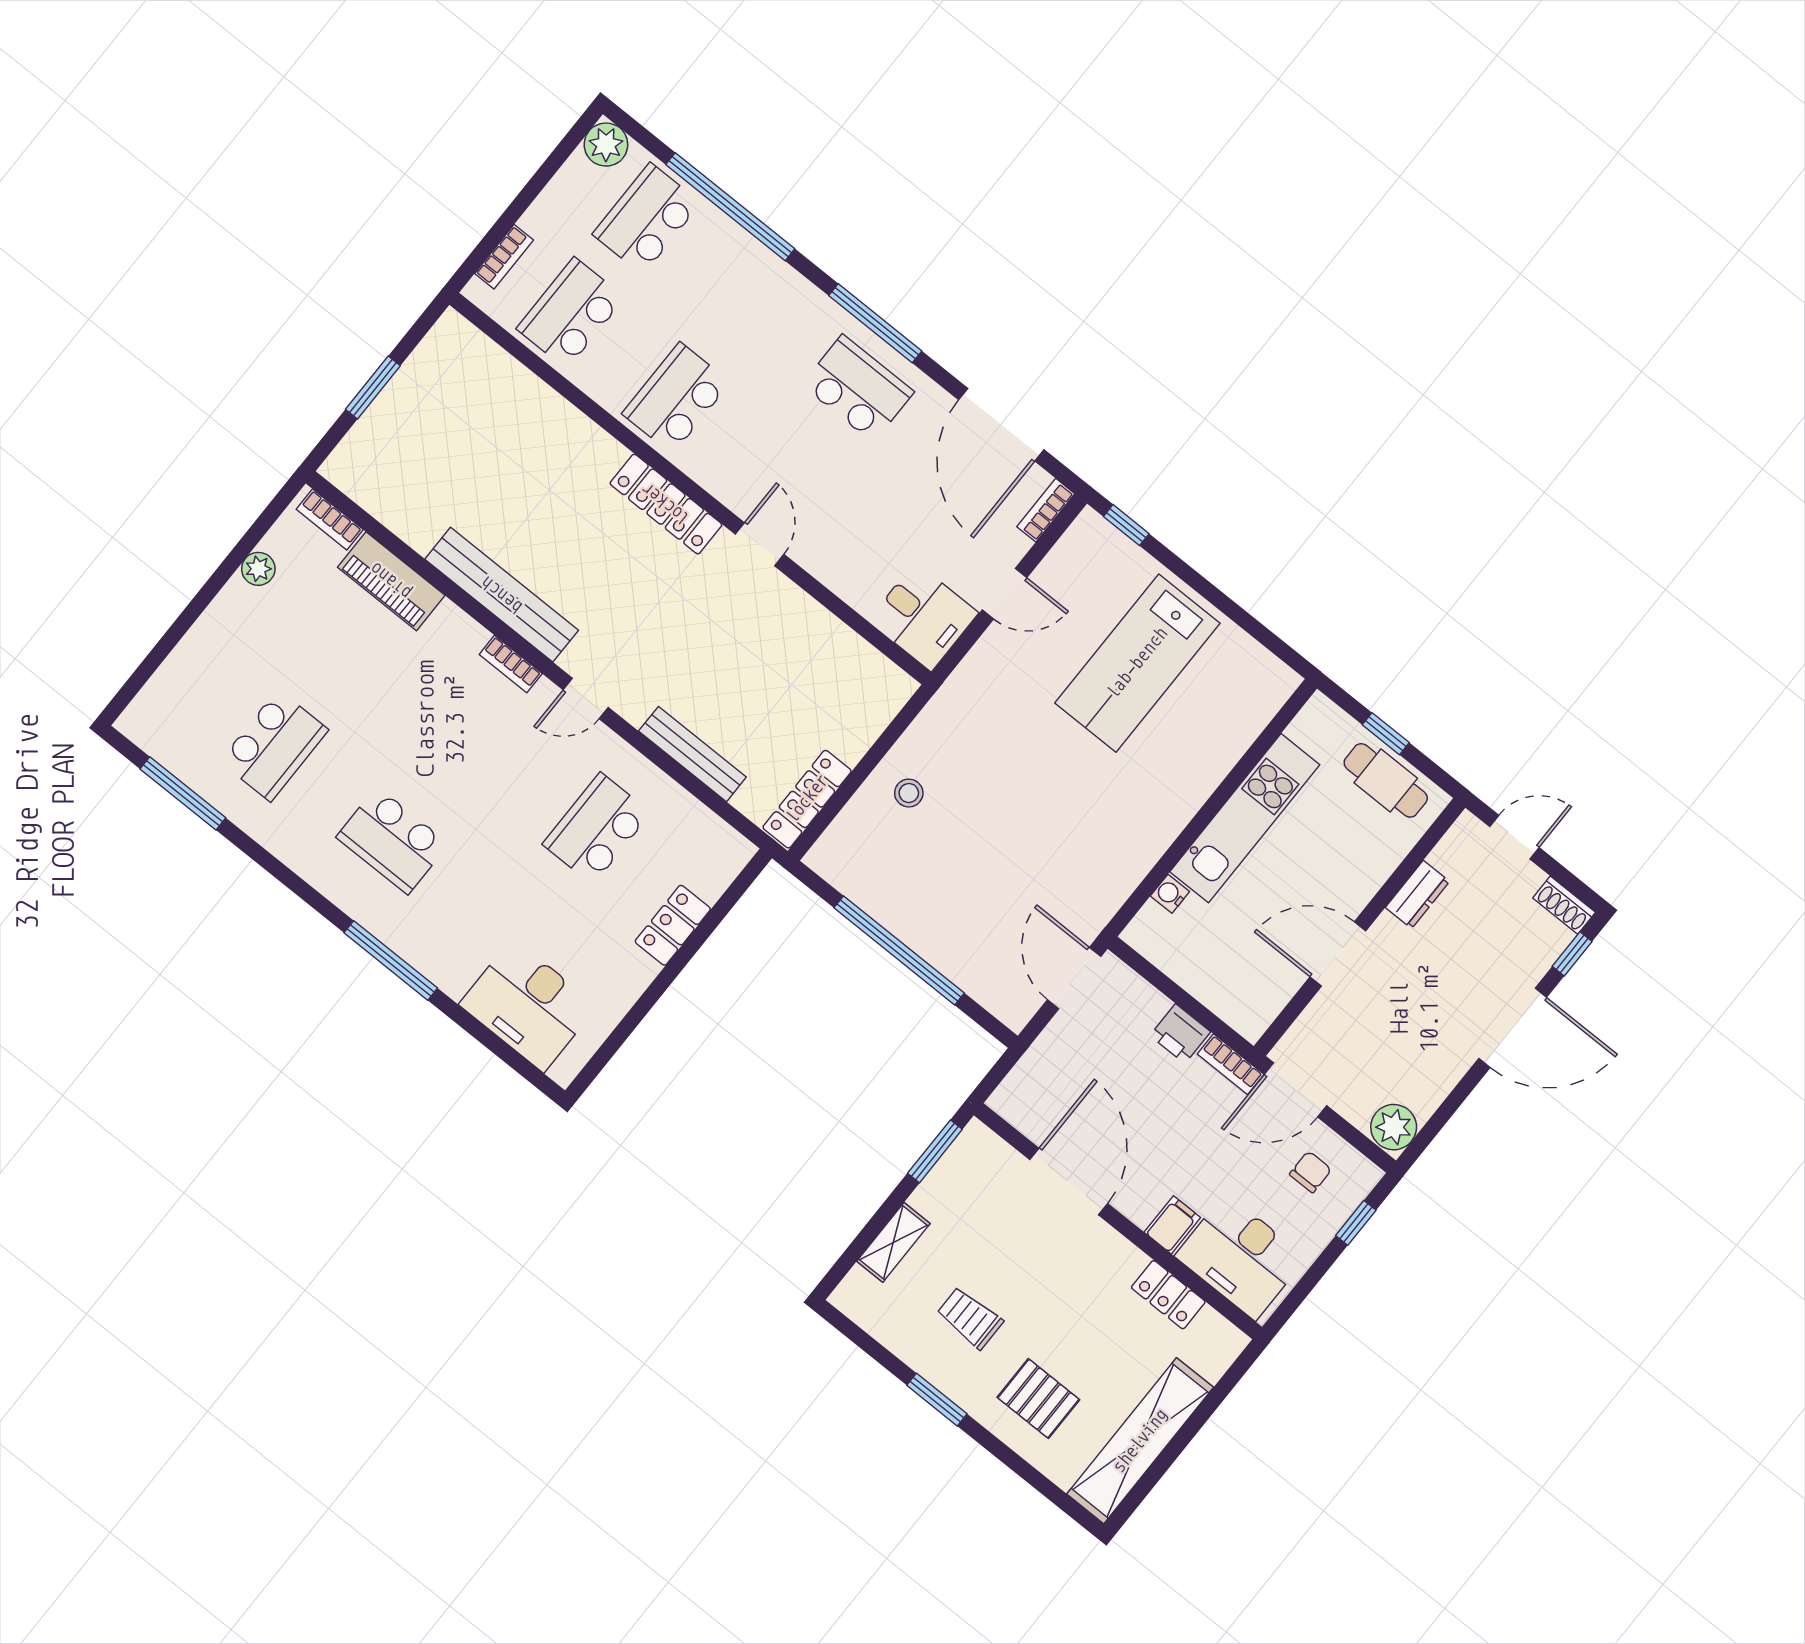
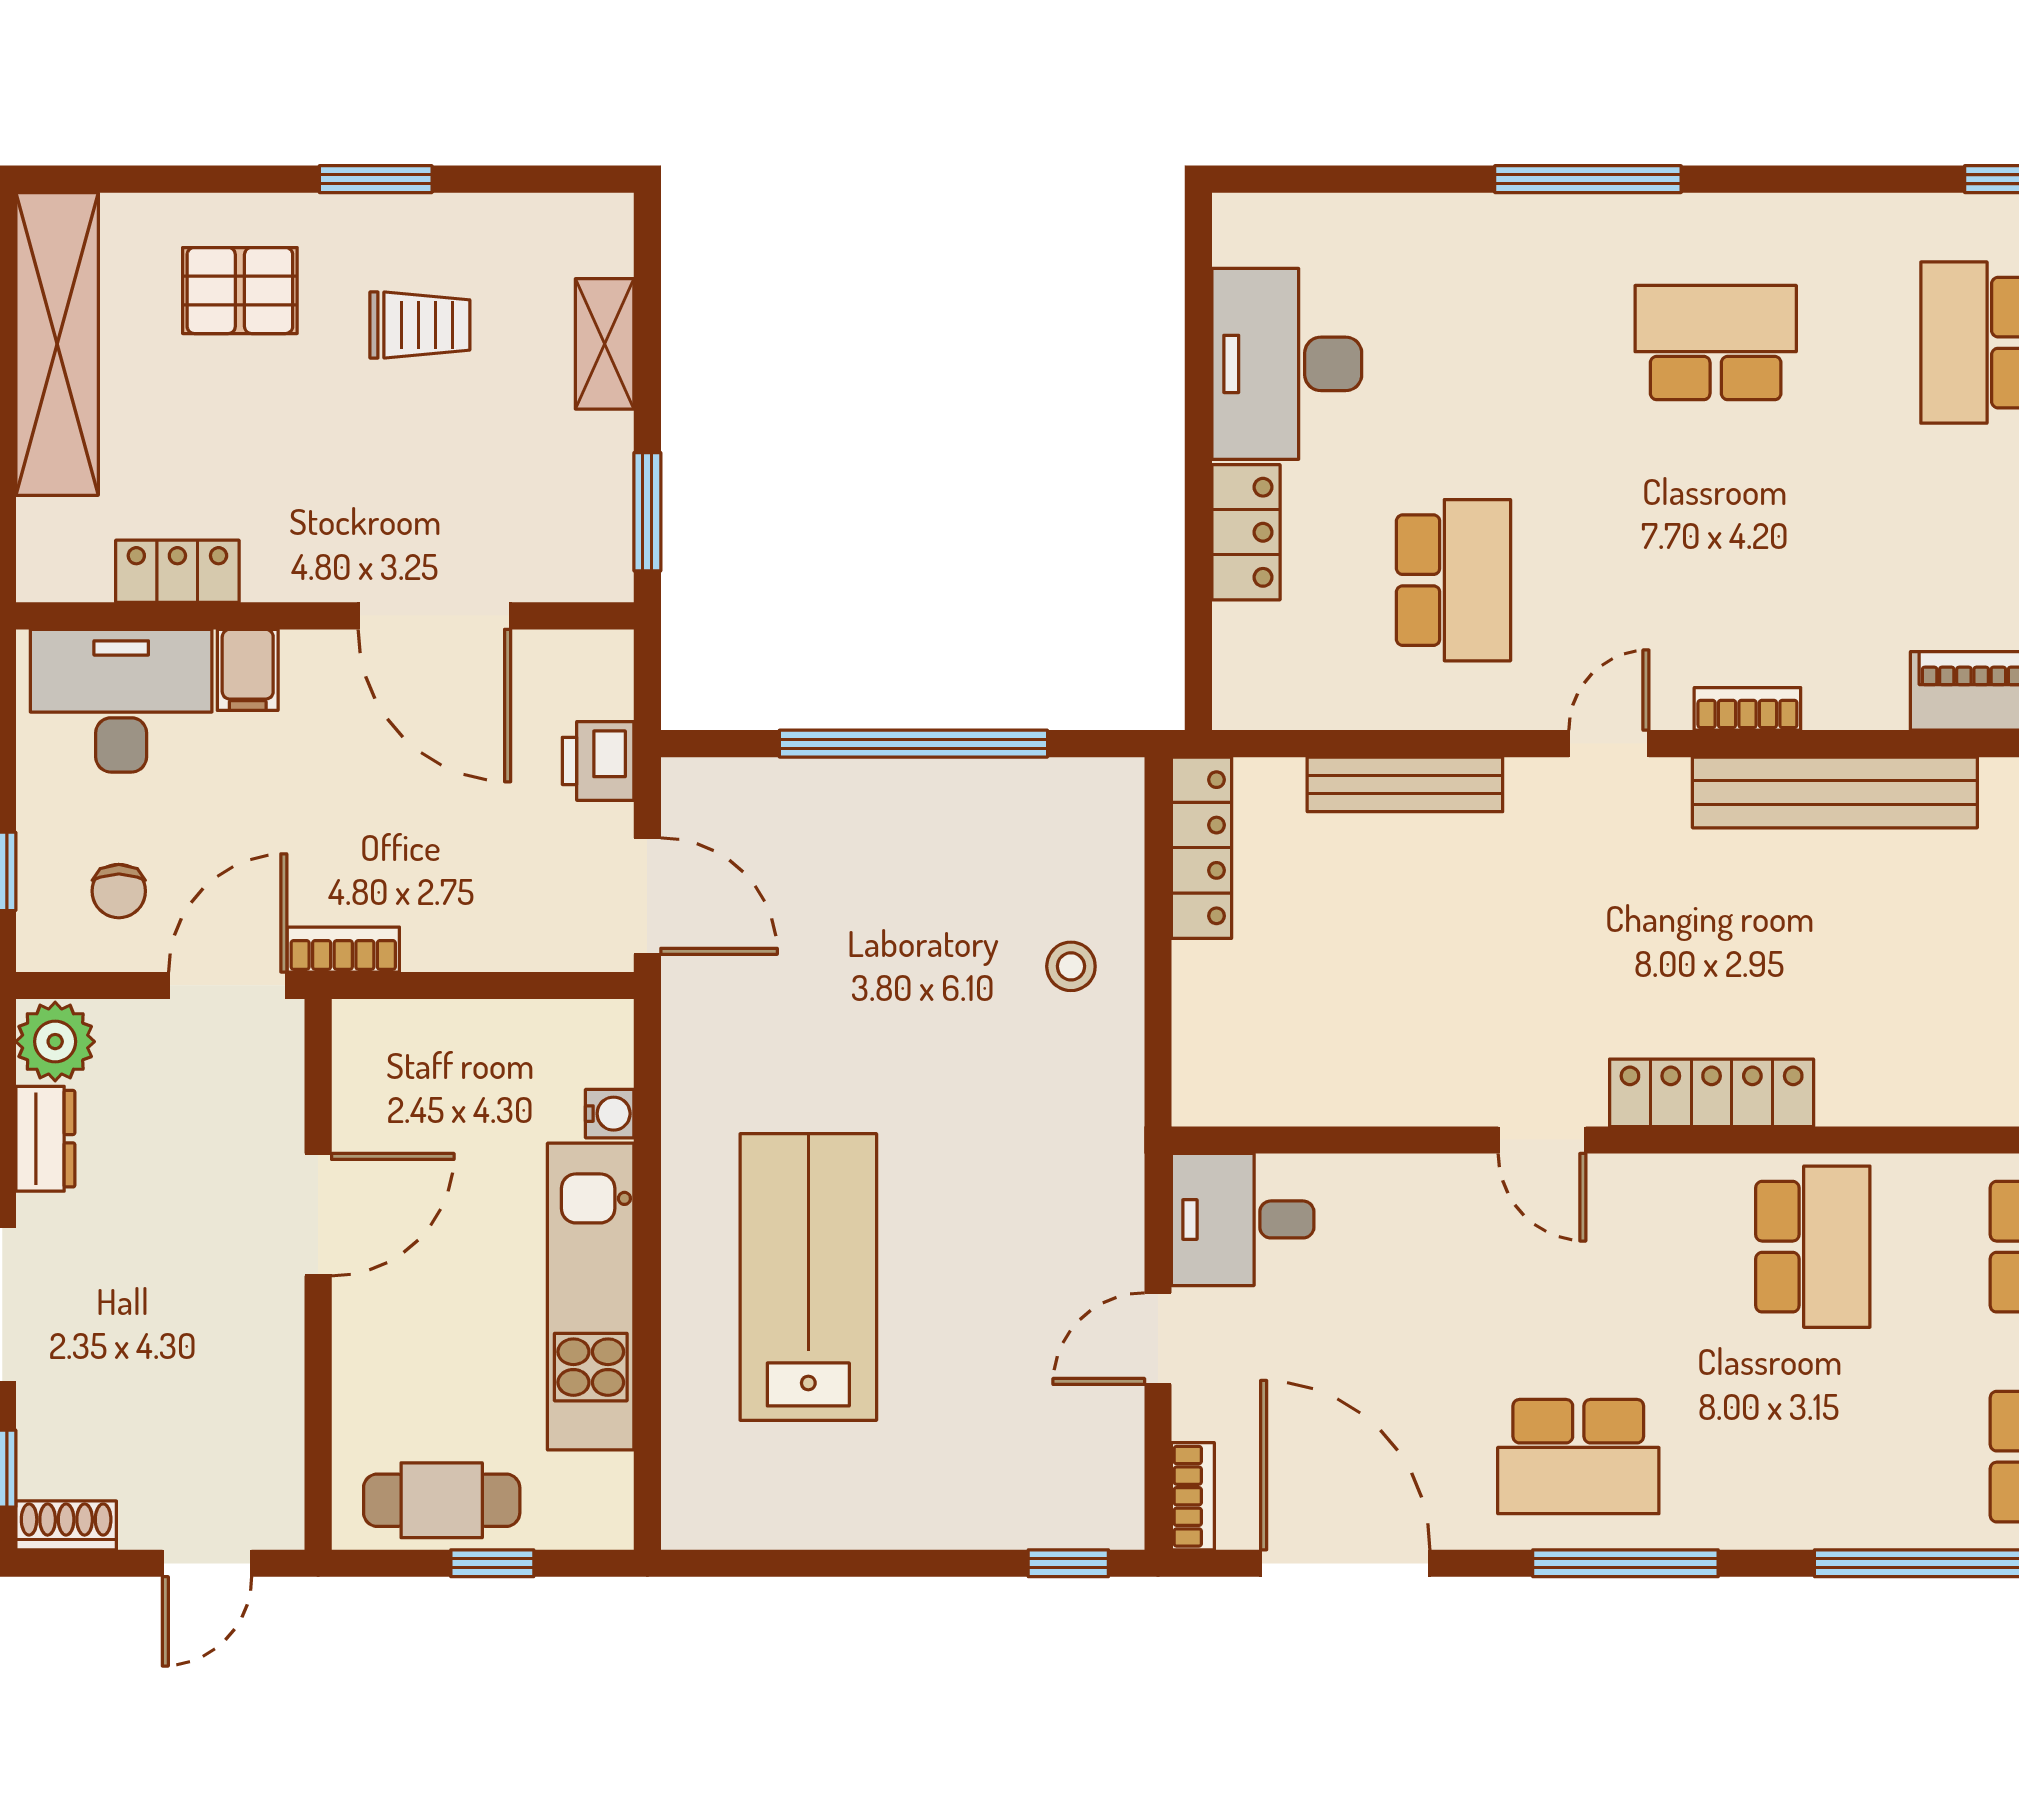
lab bench: (1137, 663) -> (808, 1277), moved
dresser: (1417, 895) -> (45, 1139), moved, turned 180
desk: (528, 1005) -> (1287, 364), moved, turned -90
printer: (1180, 1034) -> (598, 761), moved, turned -90

